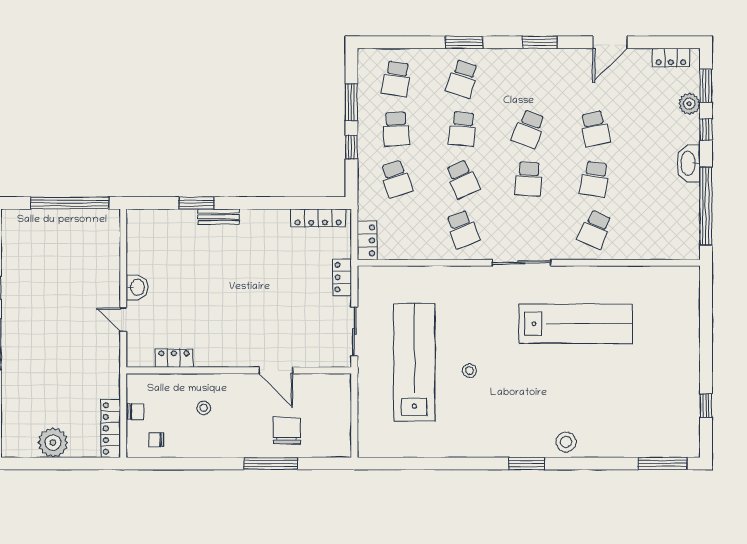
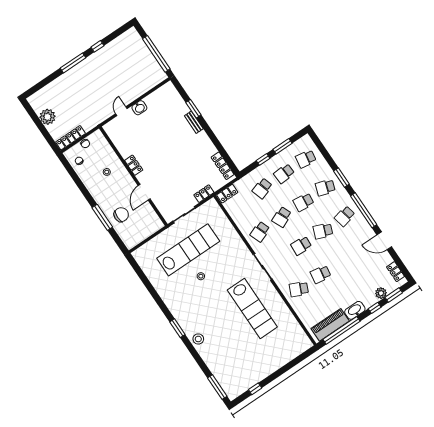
window: (540, 42) -> (364, 210), width x2.11
school desk: (595, 129) -> (345, 216), moved
piano: (685, 218) -> (330, 325), added
locker: (174, 358) -> (134, 165), moved

